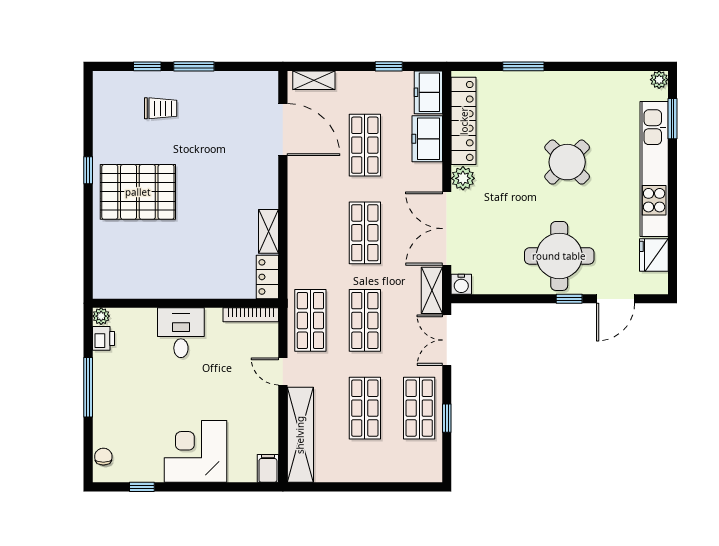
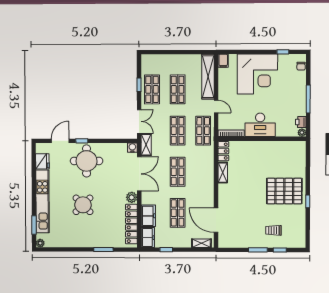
desk: (181, 333) -> (260, 125), width x1.37
corner desk: (195, 451) -> (257, 74), width x1.36, depth x1.36

